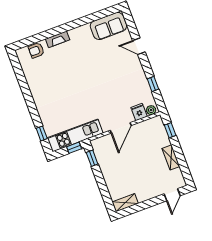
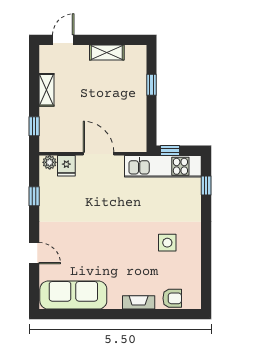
sofa: (108, 26) -> (73, 295), width x1.36
side table: (53, 86) -> (167, 243), added
door: (121, 128) -> (99, 154), hinge flipped
window: (92, 158) -> (151, 85), moved
shelving: (125, 203) -> (107, 52), moved

